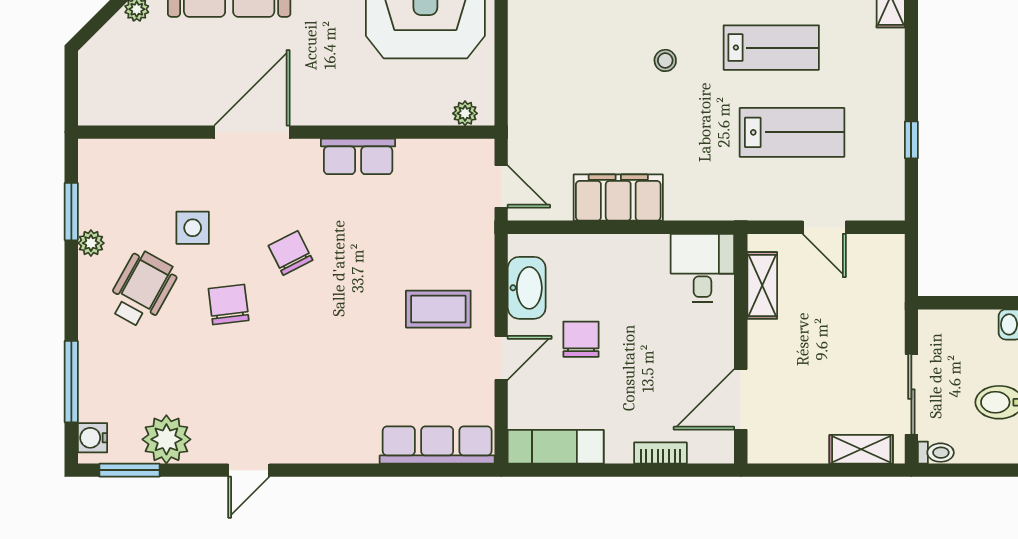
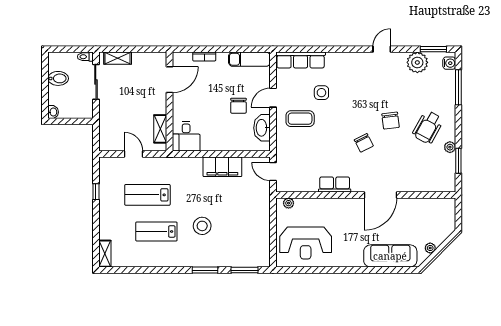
stool: (665, 60) -> (202, 226), width x1.89, depth x1.89
side table: (193, 228) -> (321, 93), moved

